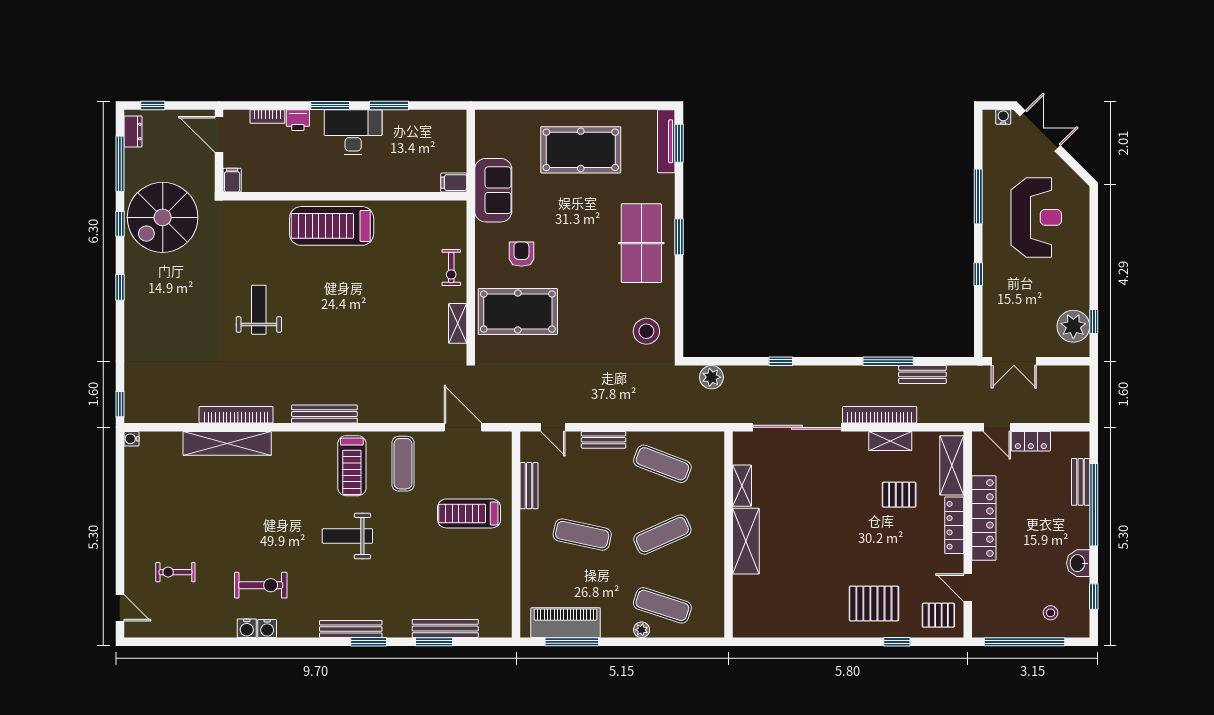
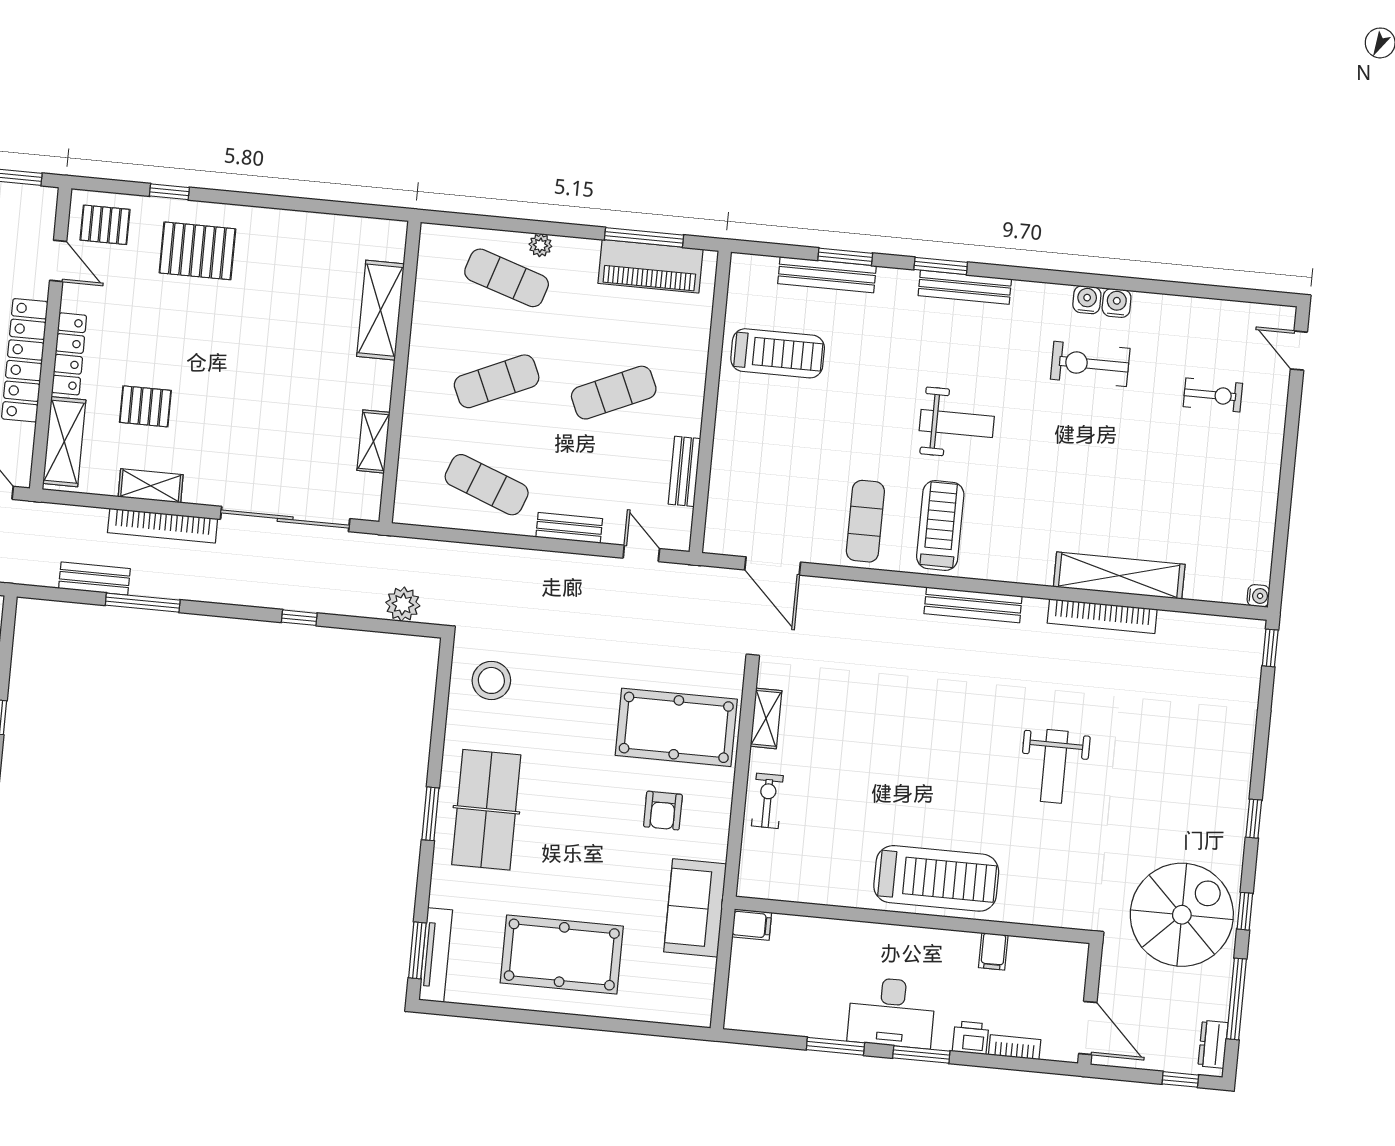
filing cabinet: (232, 180) -> (993, 951), moved
treadmill: (469, 513) -> (778, 353), moved
exercise mat: (582, 535) -> (614, 393), turned -36
shelving: (746, 541) -> (380, 310), moved

